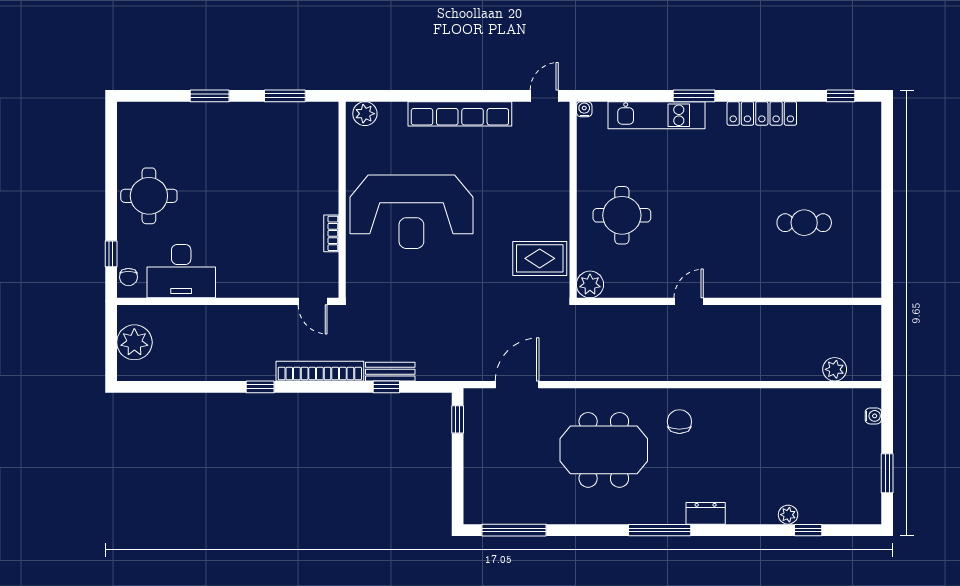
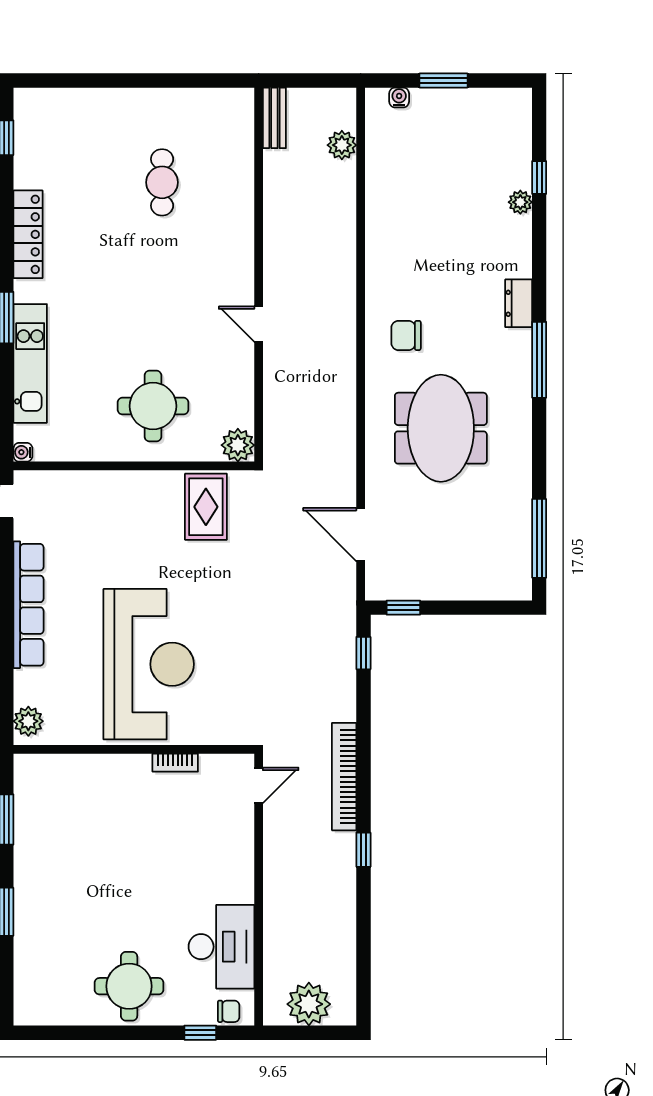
bench: (390, 372) -> (274, 118), moved
window: (386, 387) -> (363, 653), moved
window: (887, 473) -> (444, 80), moved

